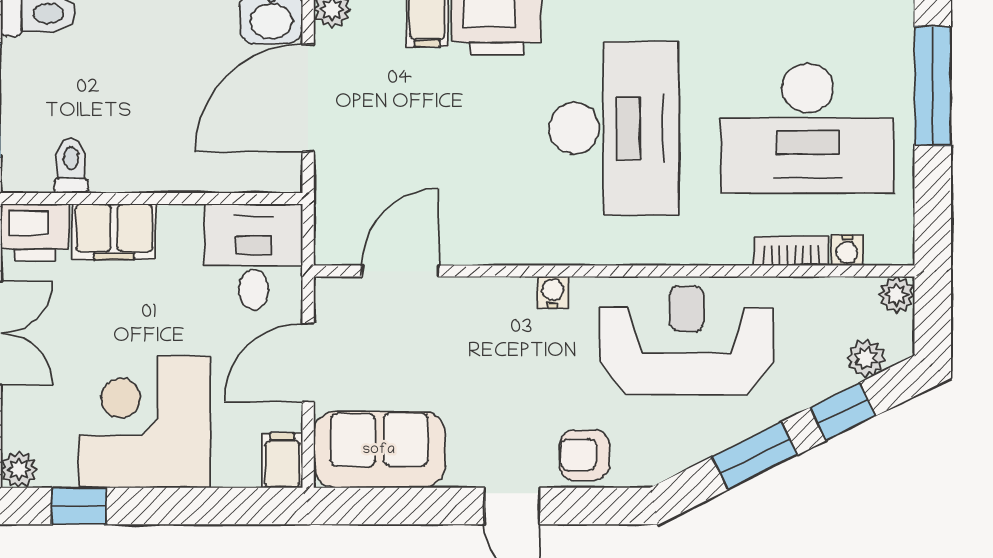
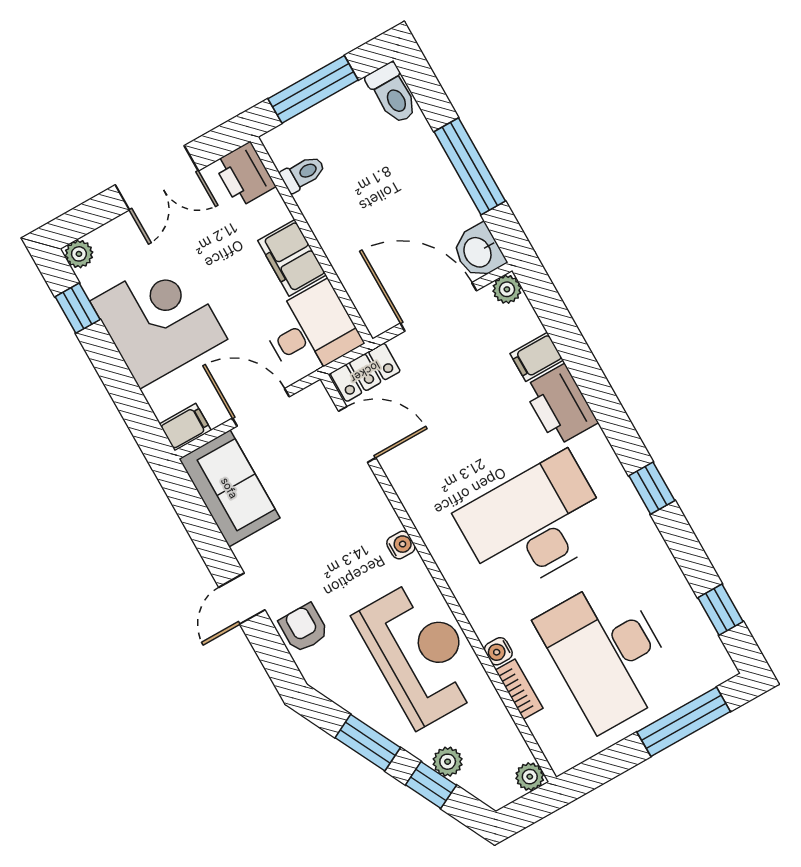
desk: (614, 128) -> (534, 524), turned 180
locker: (335, 222) -> (365, 372), added
filing cabinet: (114, 232) -> (292, 258), moved
water cooler: (847, 250) -> (498, 651), moved
plant: (866, 358) -> (448, 762), moved

